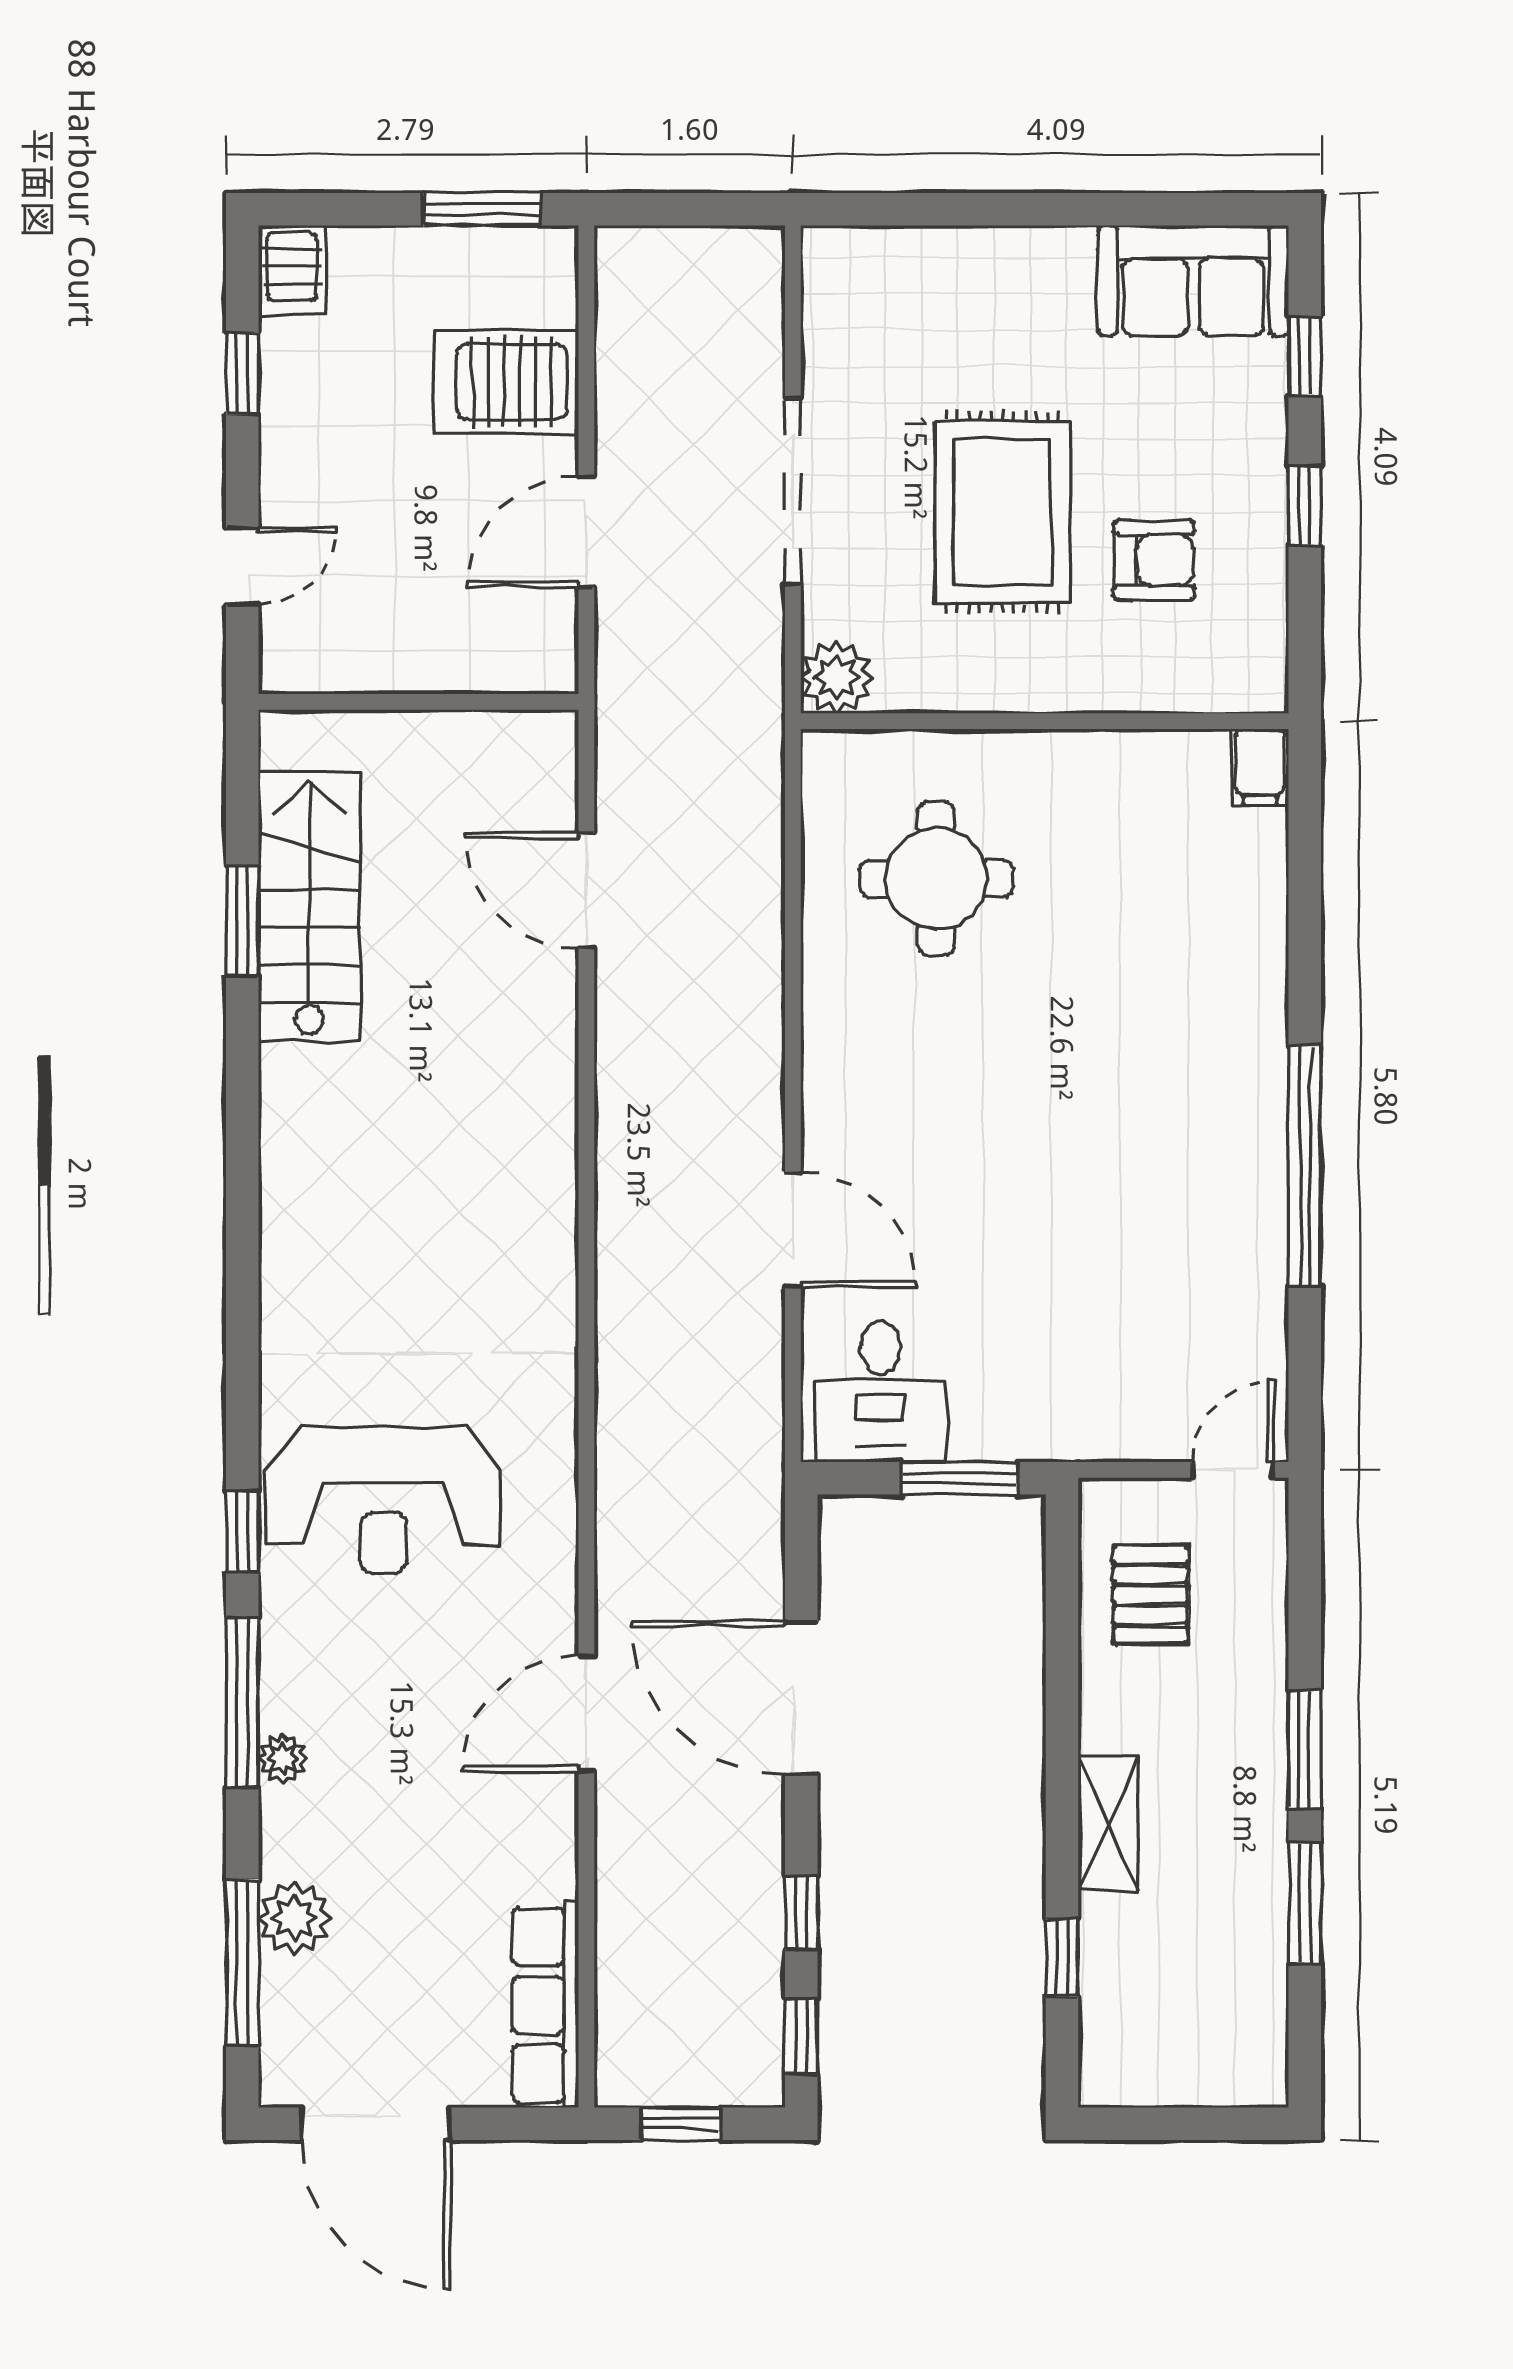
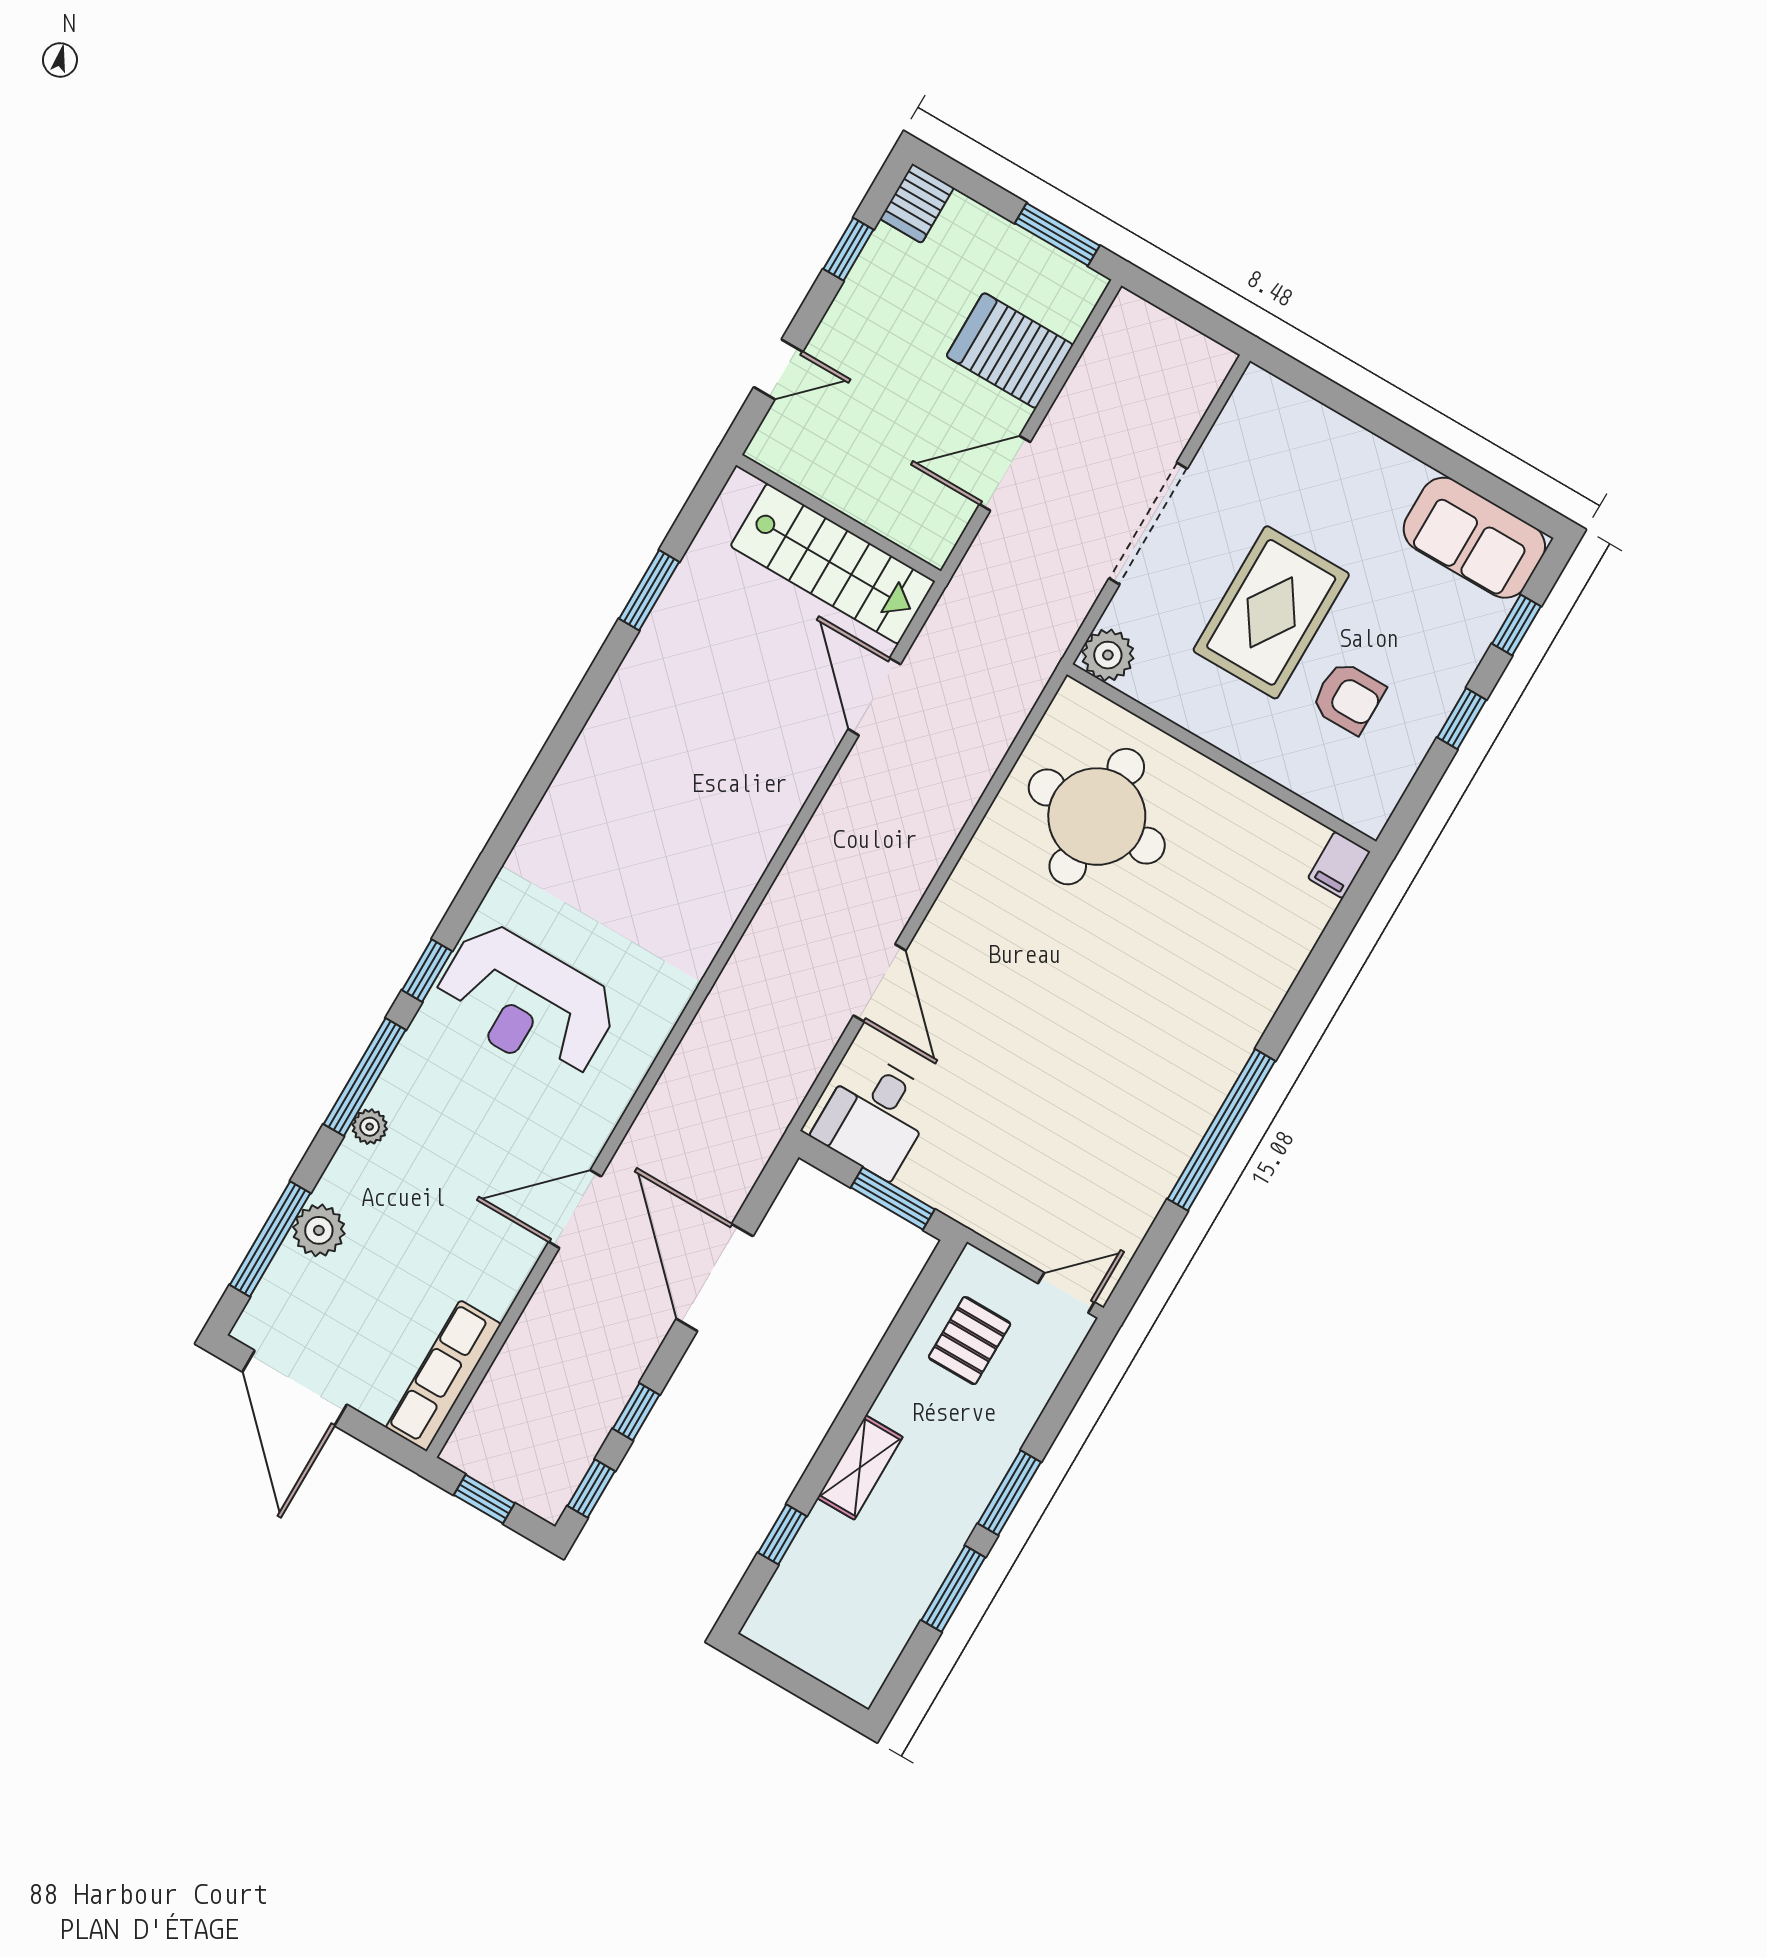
round table: (936, 879) -> (1097, 817), width x1.36, depth x1.36
stairs: (309, 906) -> (833, 564), moved, turned 90

